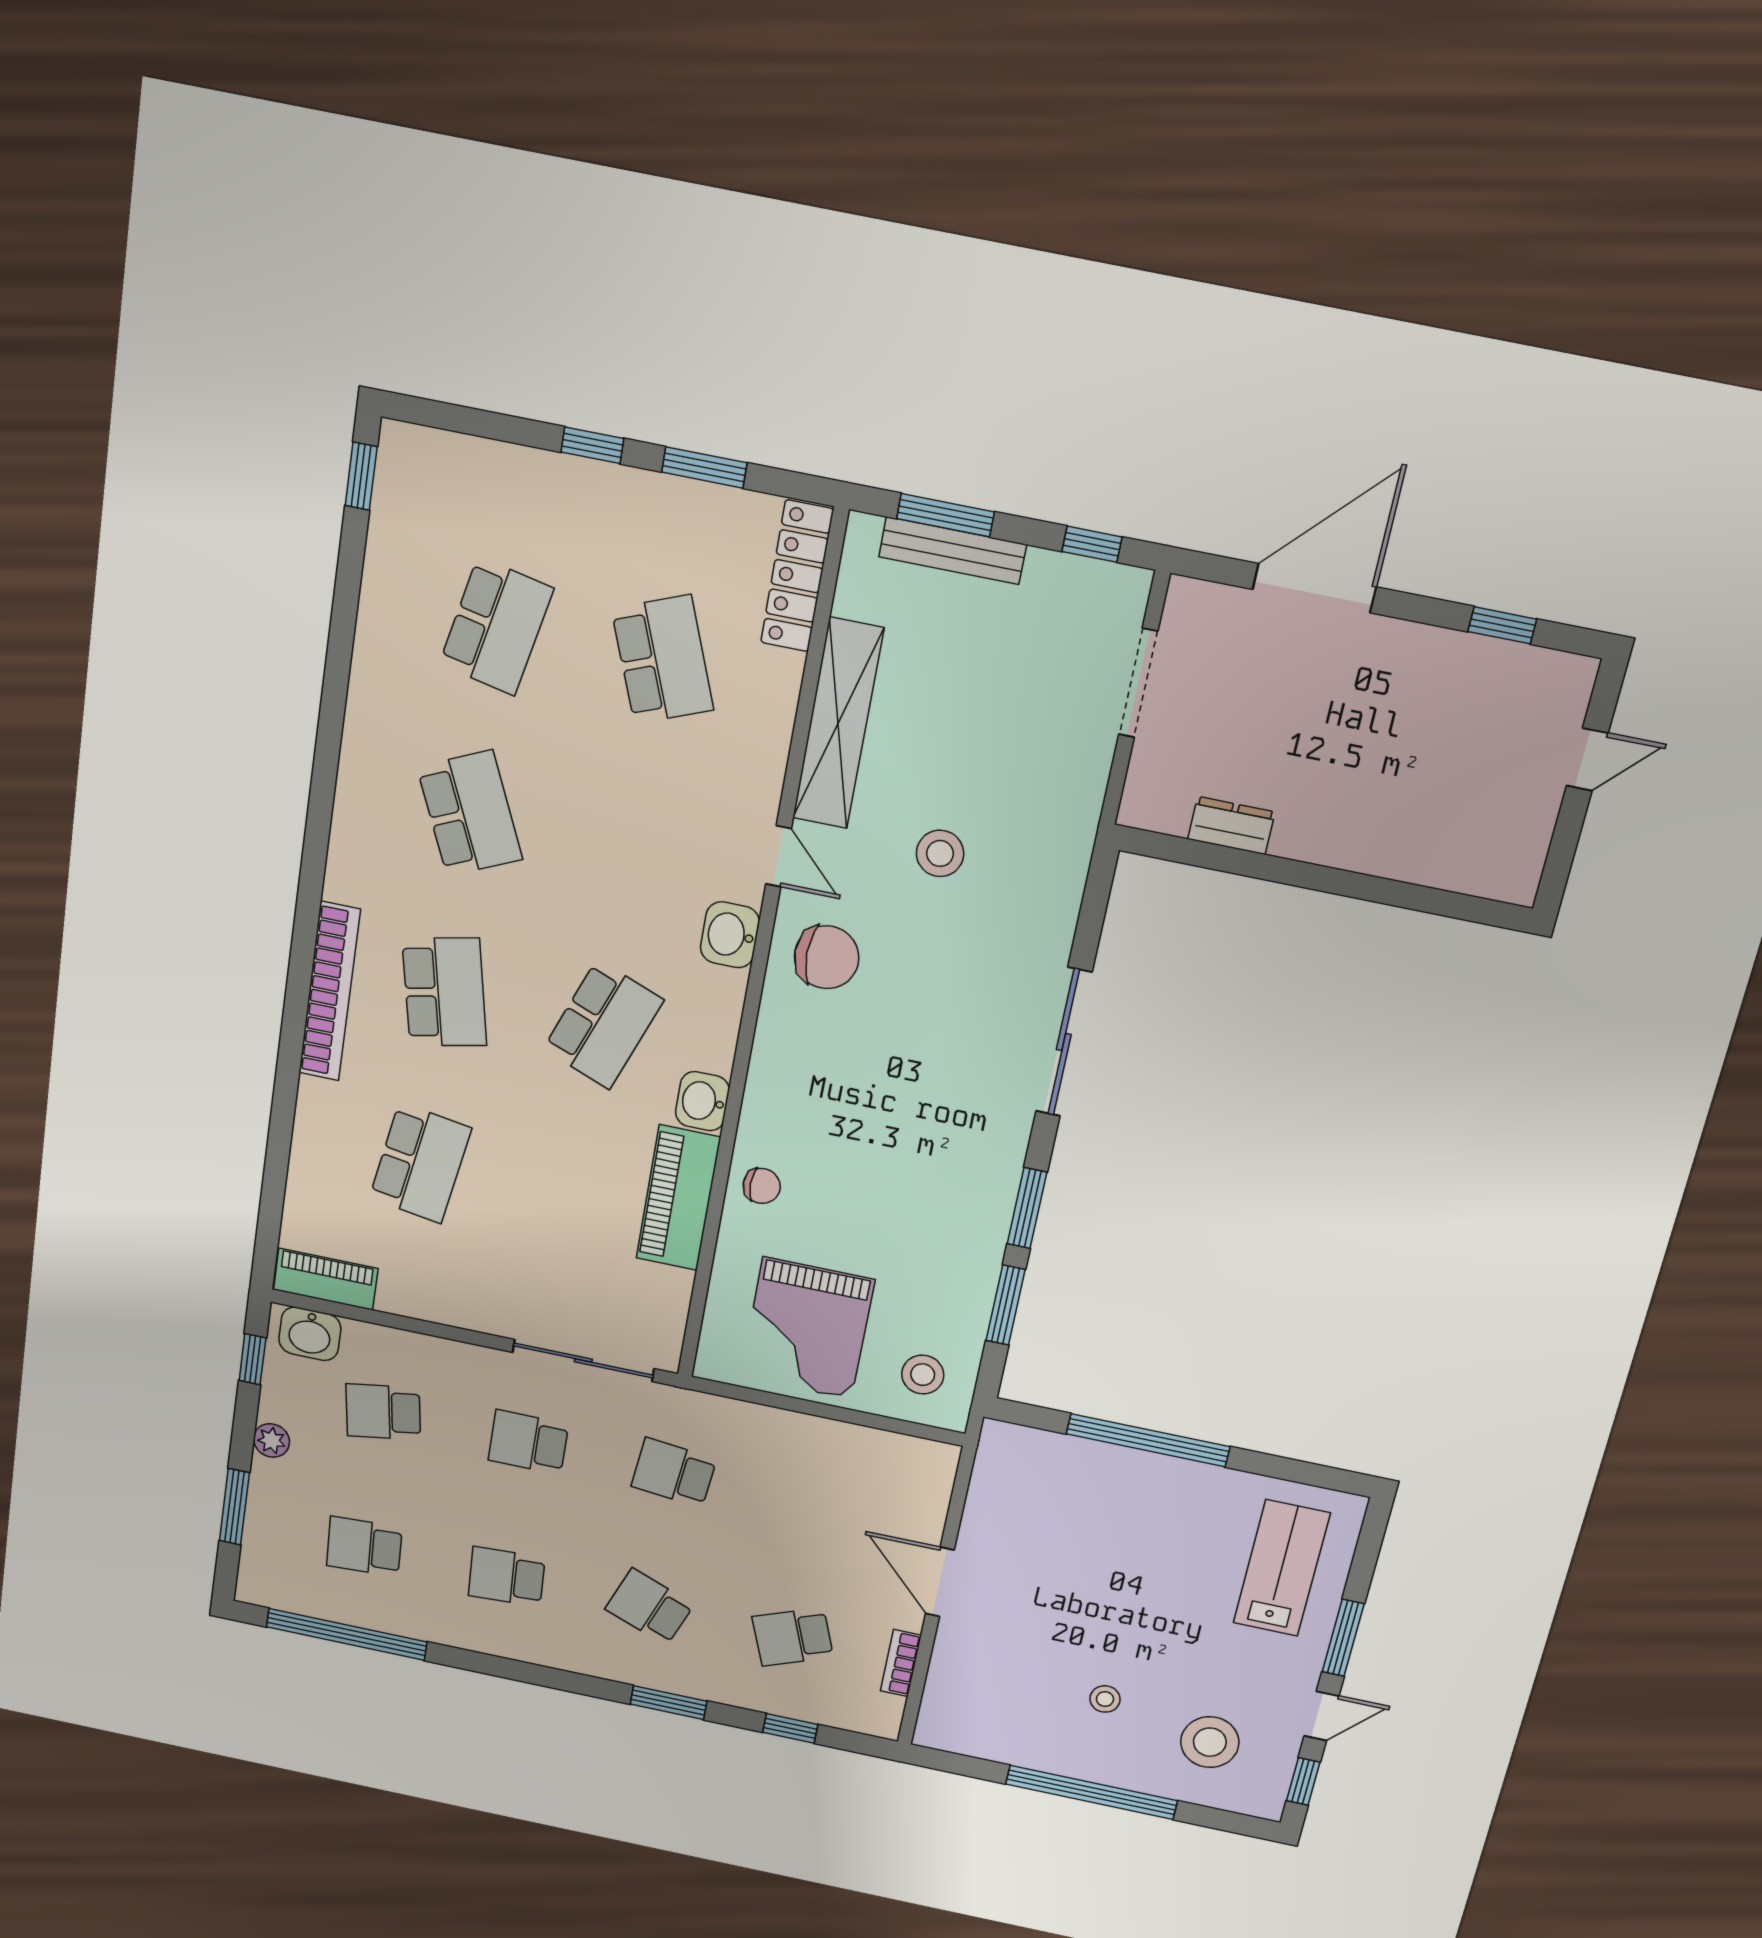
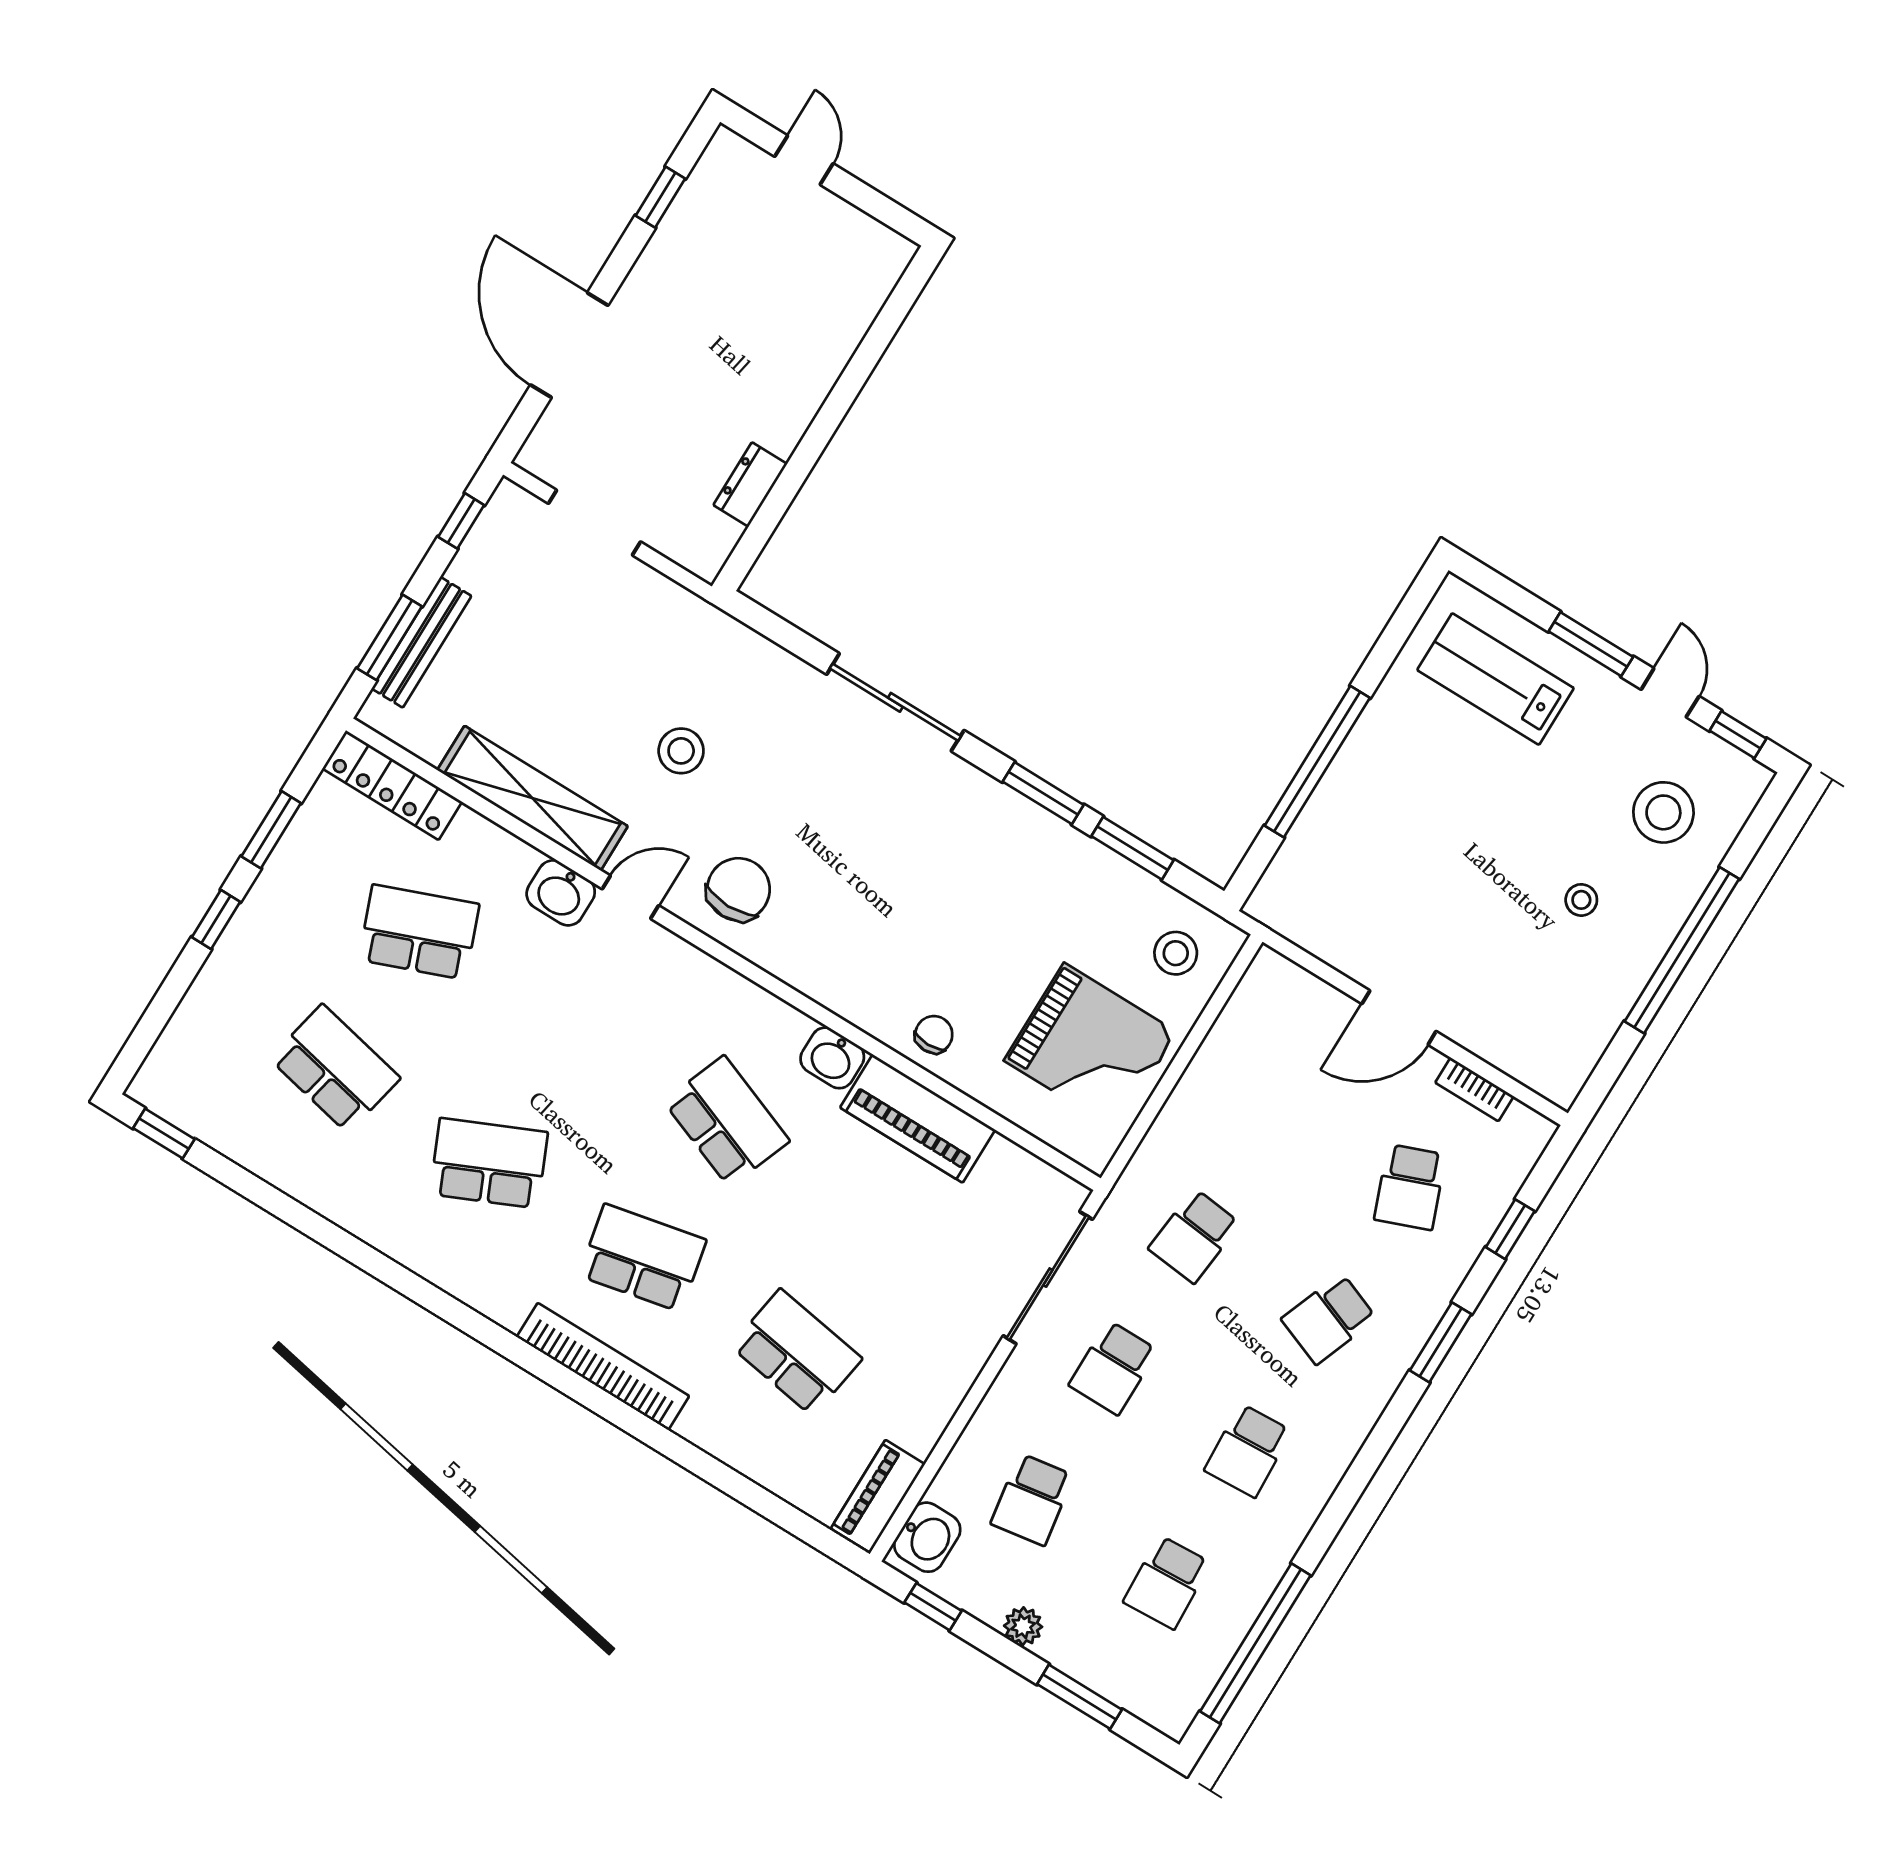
washbasin: (730, 935) -> (561, 893), moved

